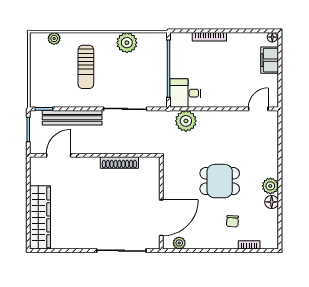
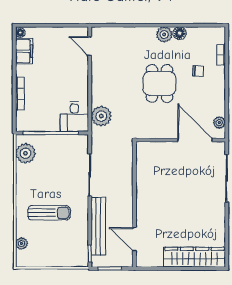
plant: (127, 43) -> (26, 153), moved
filing cabinet: (270, 60) -> (24, 51), moved, turned -90
shoe rack: (119, 163) -> (141, 180), removed

